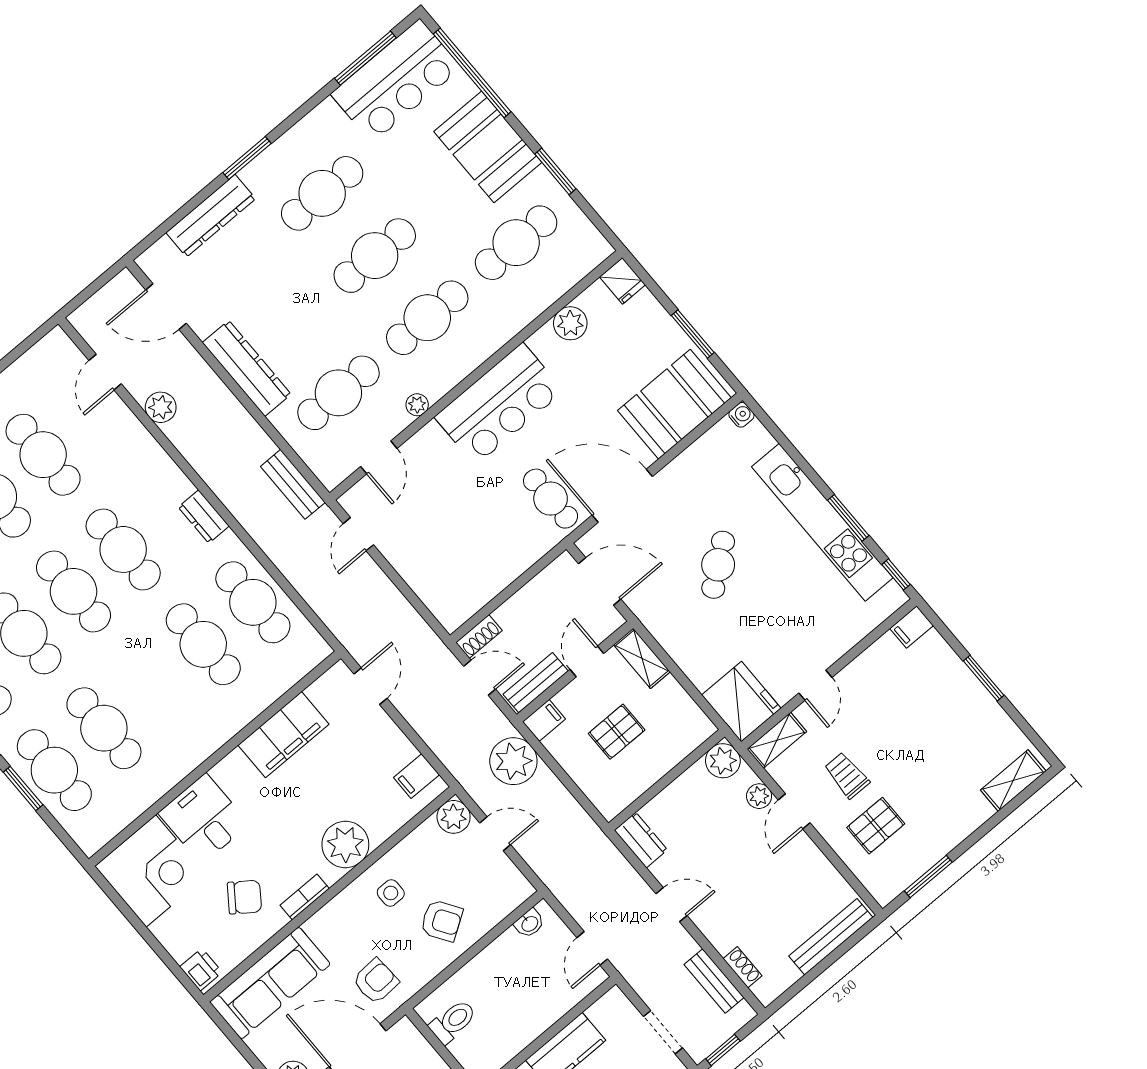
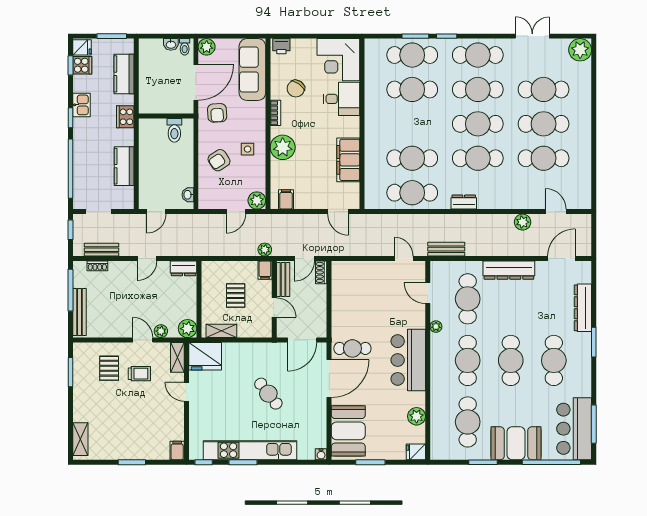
shelving: (642, 658) -> (221, 331), moved
plant: (513, 761) -> (265, 250), width x0.53, depth x0.53
door: (592, 948) -> (156, 212), swing flipped
window: (810, 976) -> (71, 290), added

